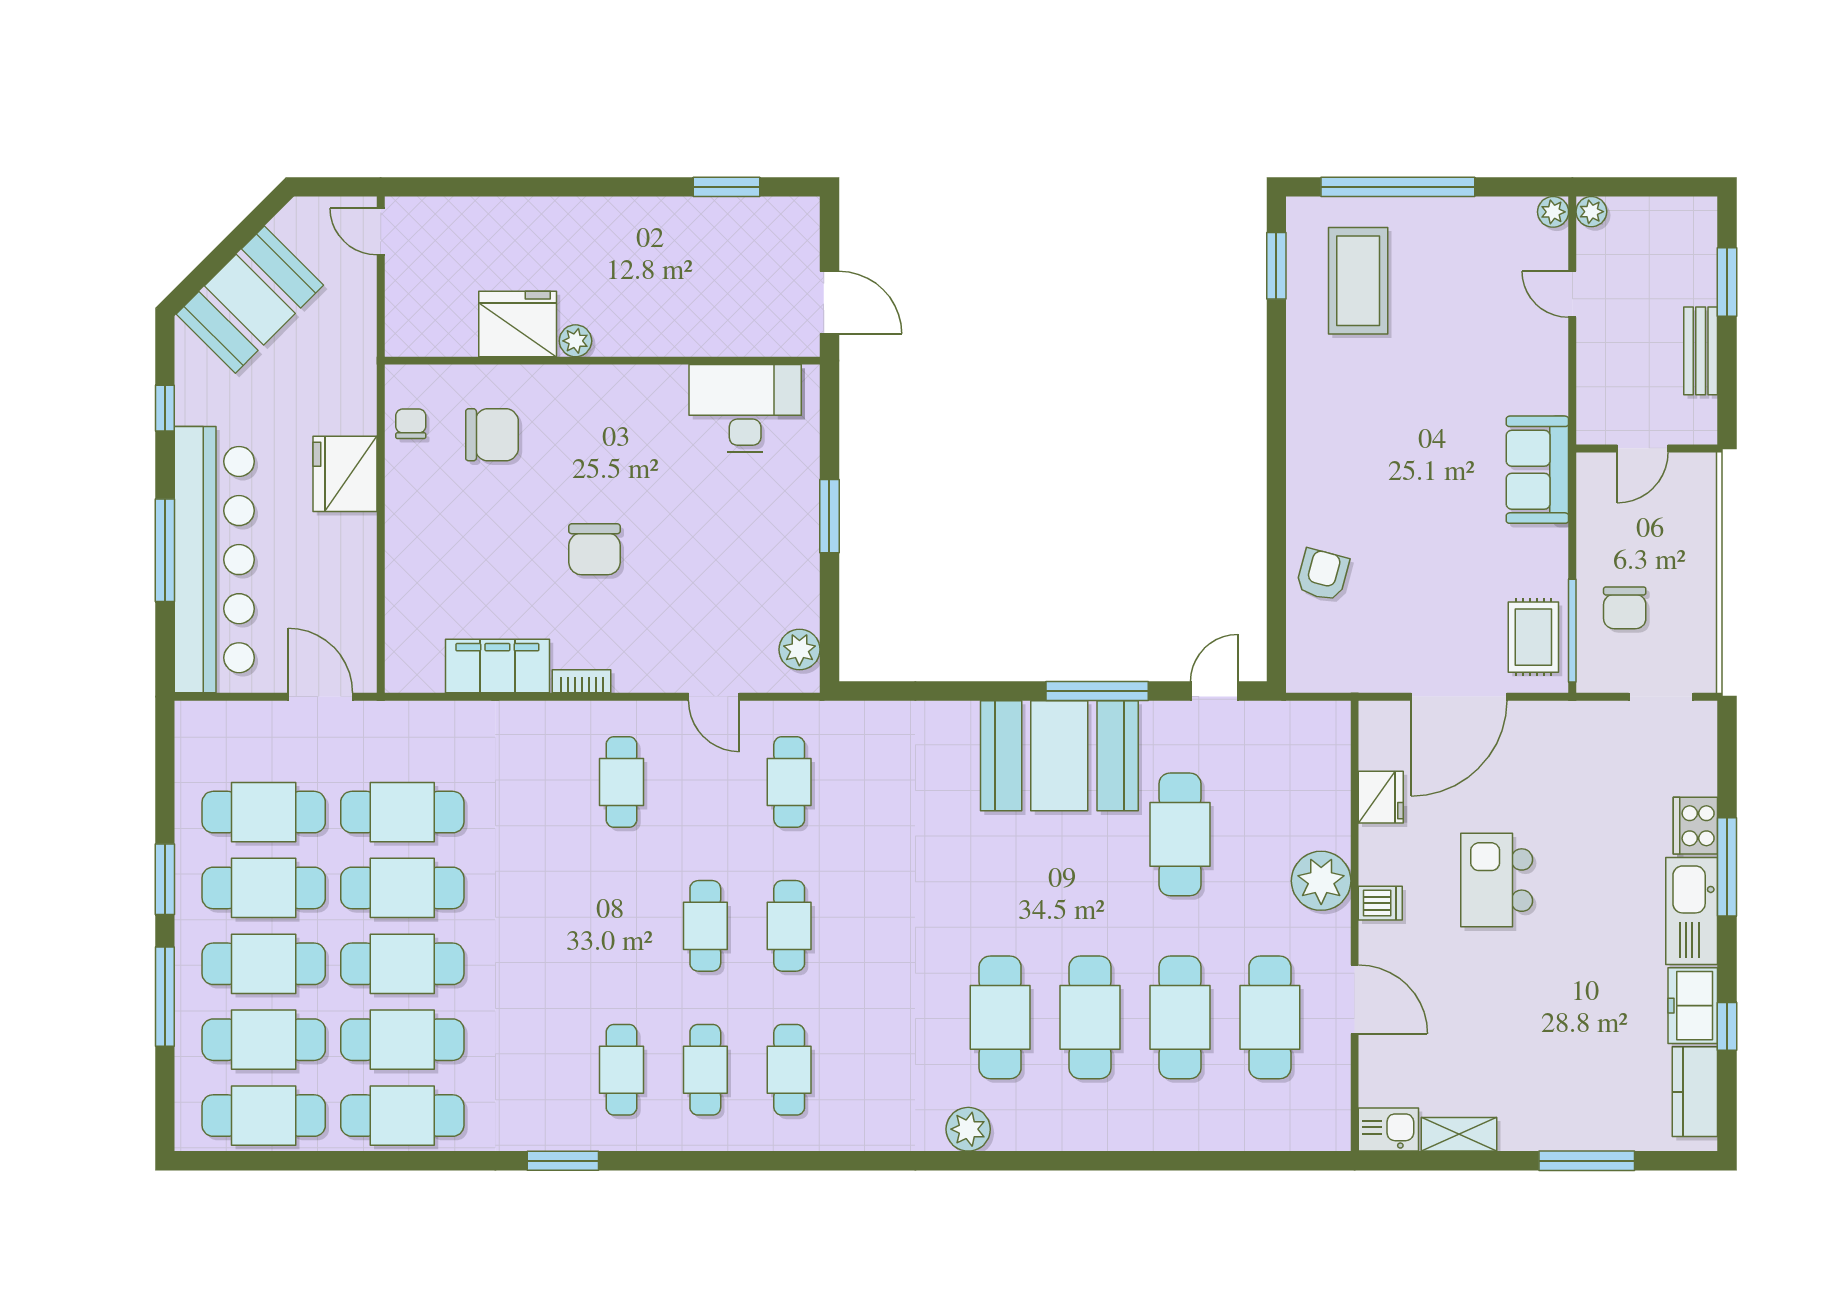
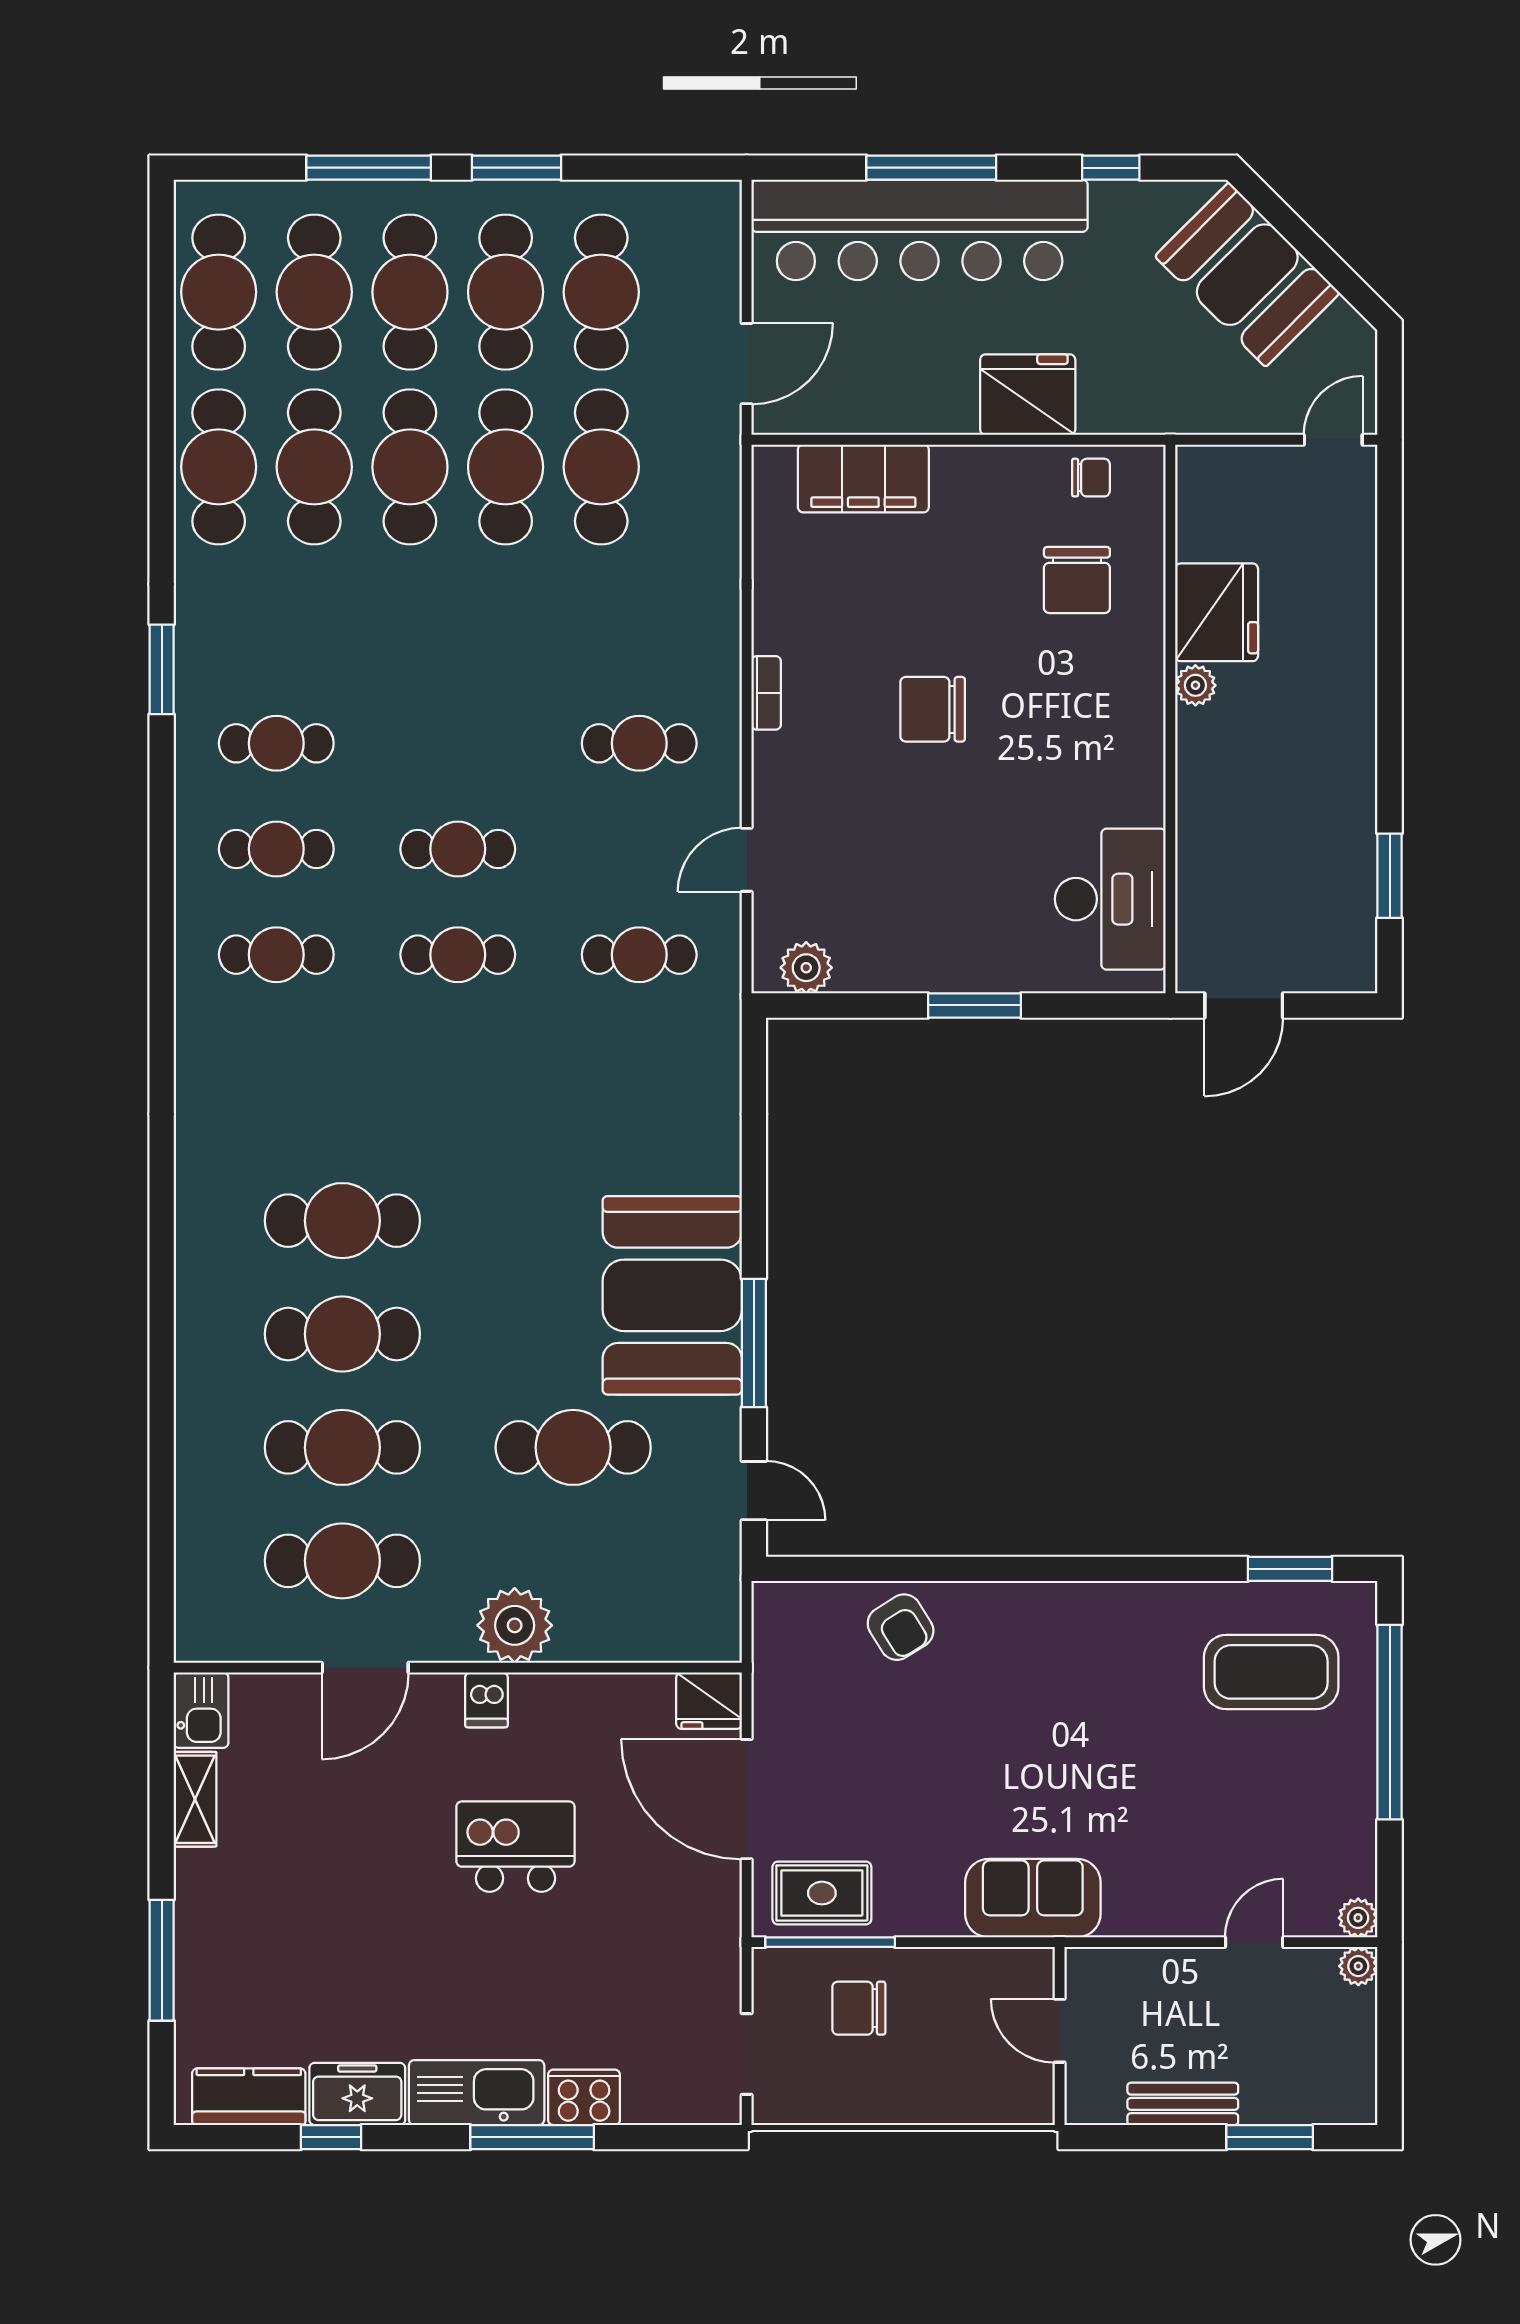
armchair: (1322, 575) -> (901, 1627), turned 43
filing cabinet: (497, 666) -> (863, 478), moved, turned 90
fridge: (1381, 797) -> (709, 1701), moved
plant: (968, 1129) -> (201, 1180), removed

